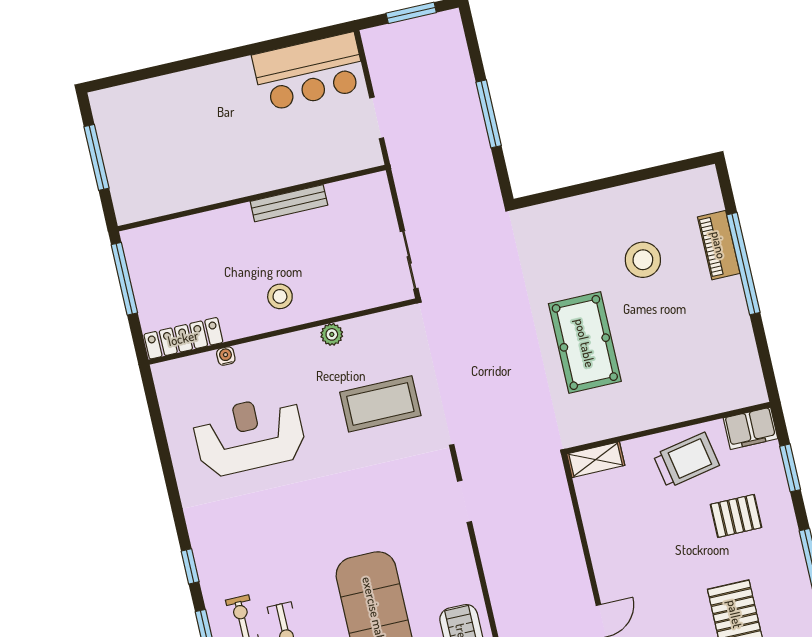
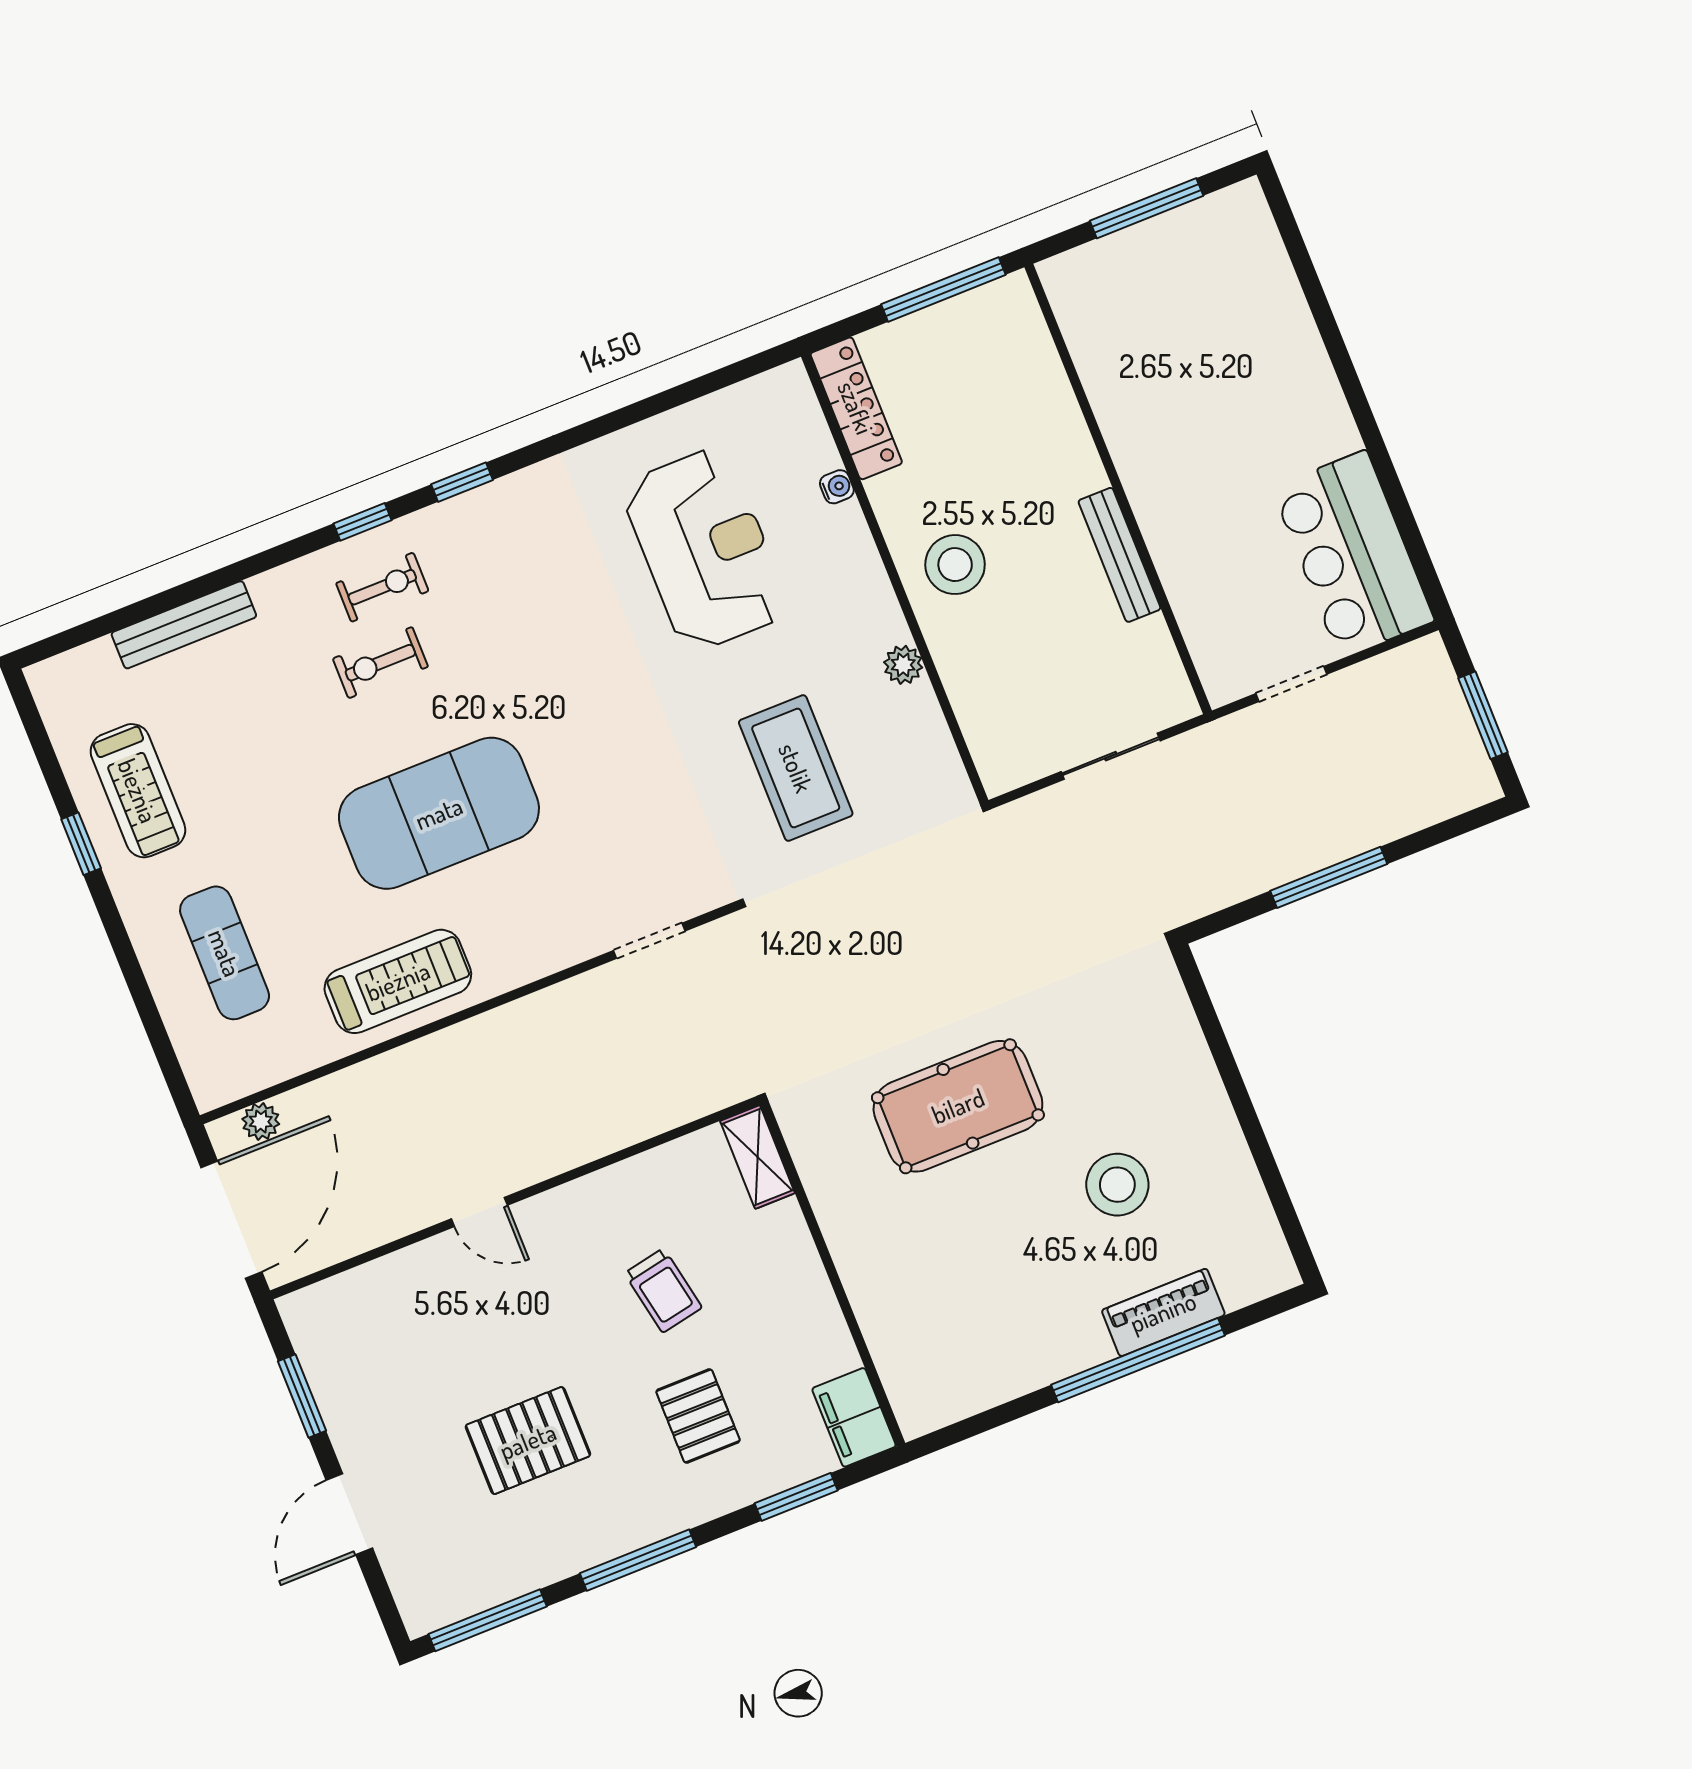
sliding door: (409, 260) -> (1111, 756), moved
stool: (280, 296) -> (955, 565), width x1.38, depth x1.38
trolley: (686, 460) -> (663, 1290), moved, width x0.73, depth x0.72

